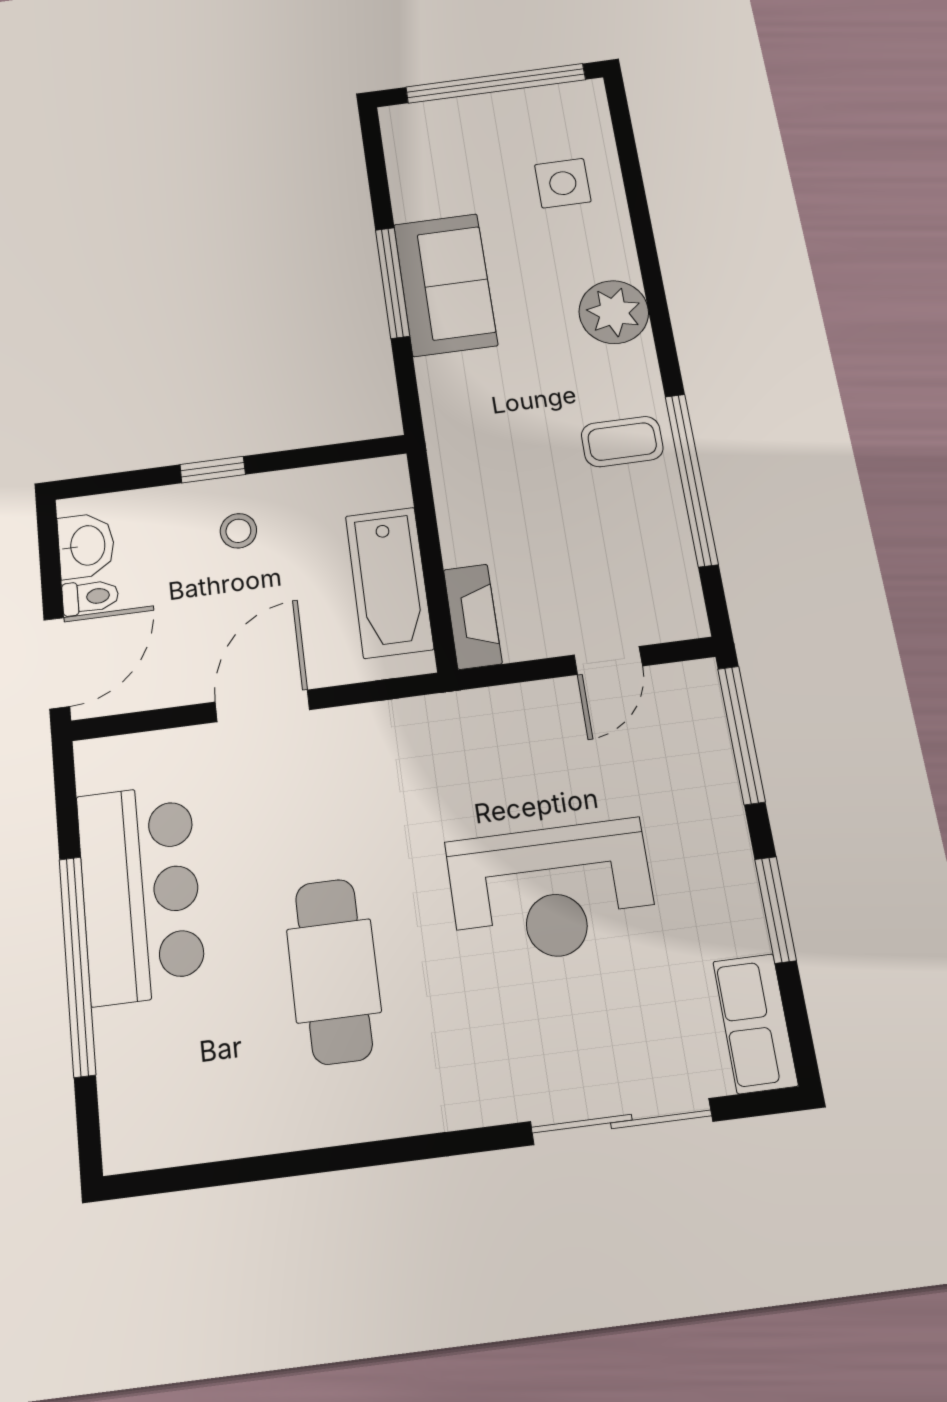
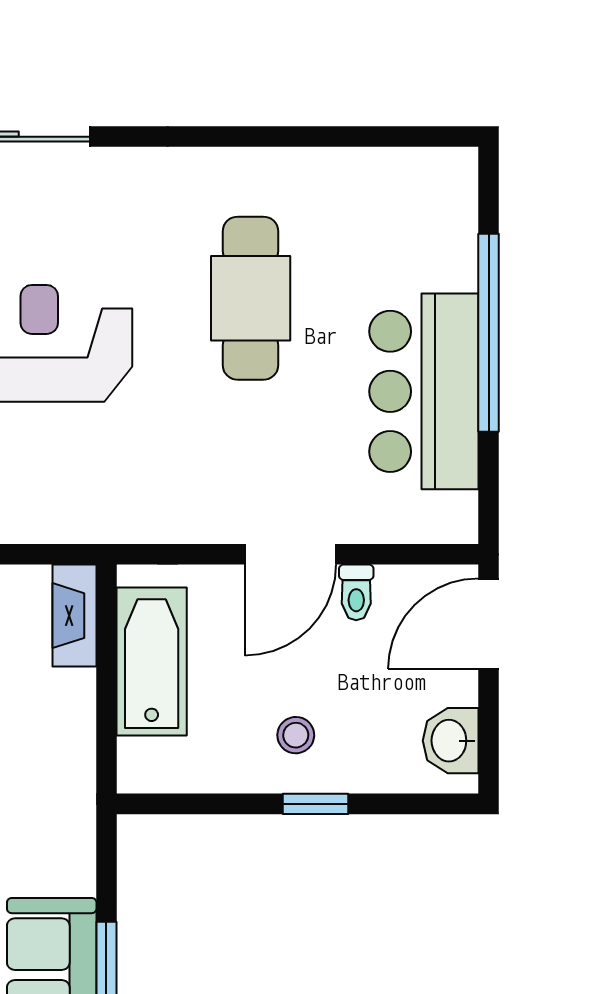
toilet: (90, 597) -> (356, 592), moved, turned -90

